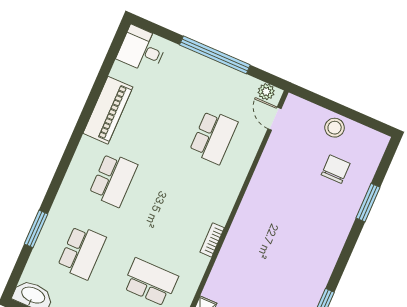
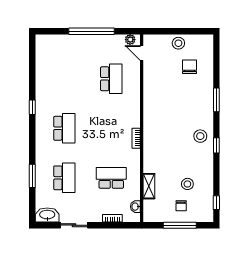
desk: (142, 50) -> (48, 46), removed
piano: (108, 110) -> (44, 90), removed
window: (80, 128) -> (32, 107), added
window: (368, 203) -> (216, 100), moved
stool: (307, 278) -> (200, 136), added

